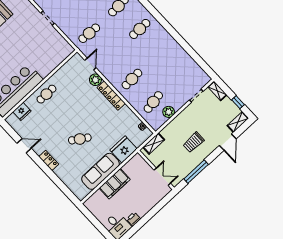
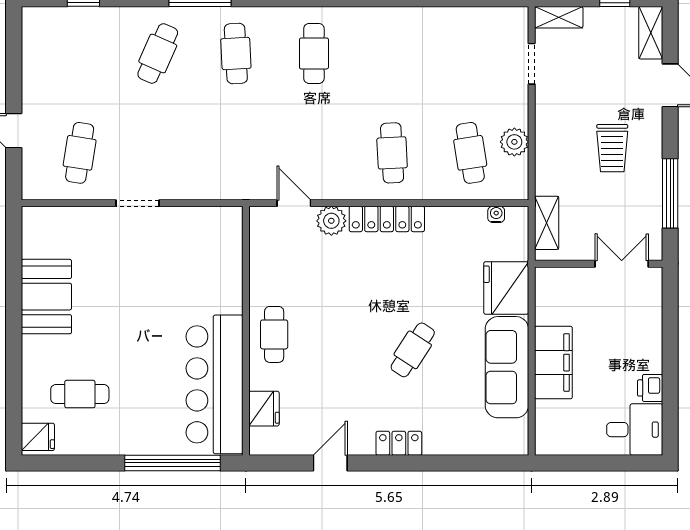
cafe table: (89, 33) -> (236, 153), removed

